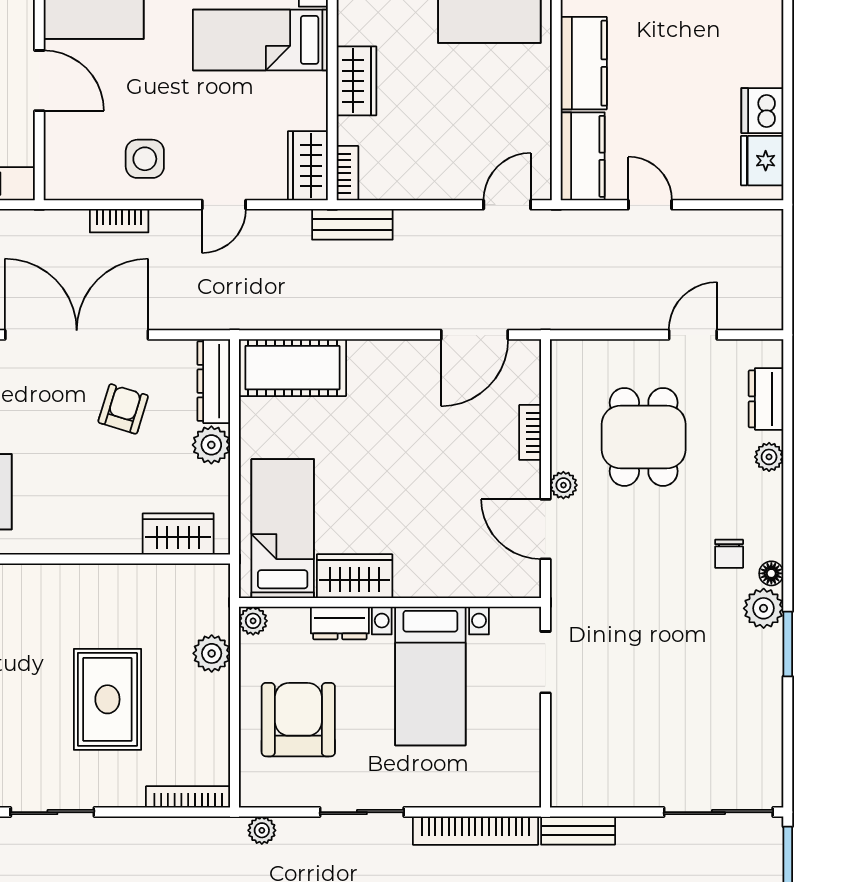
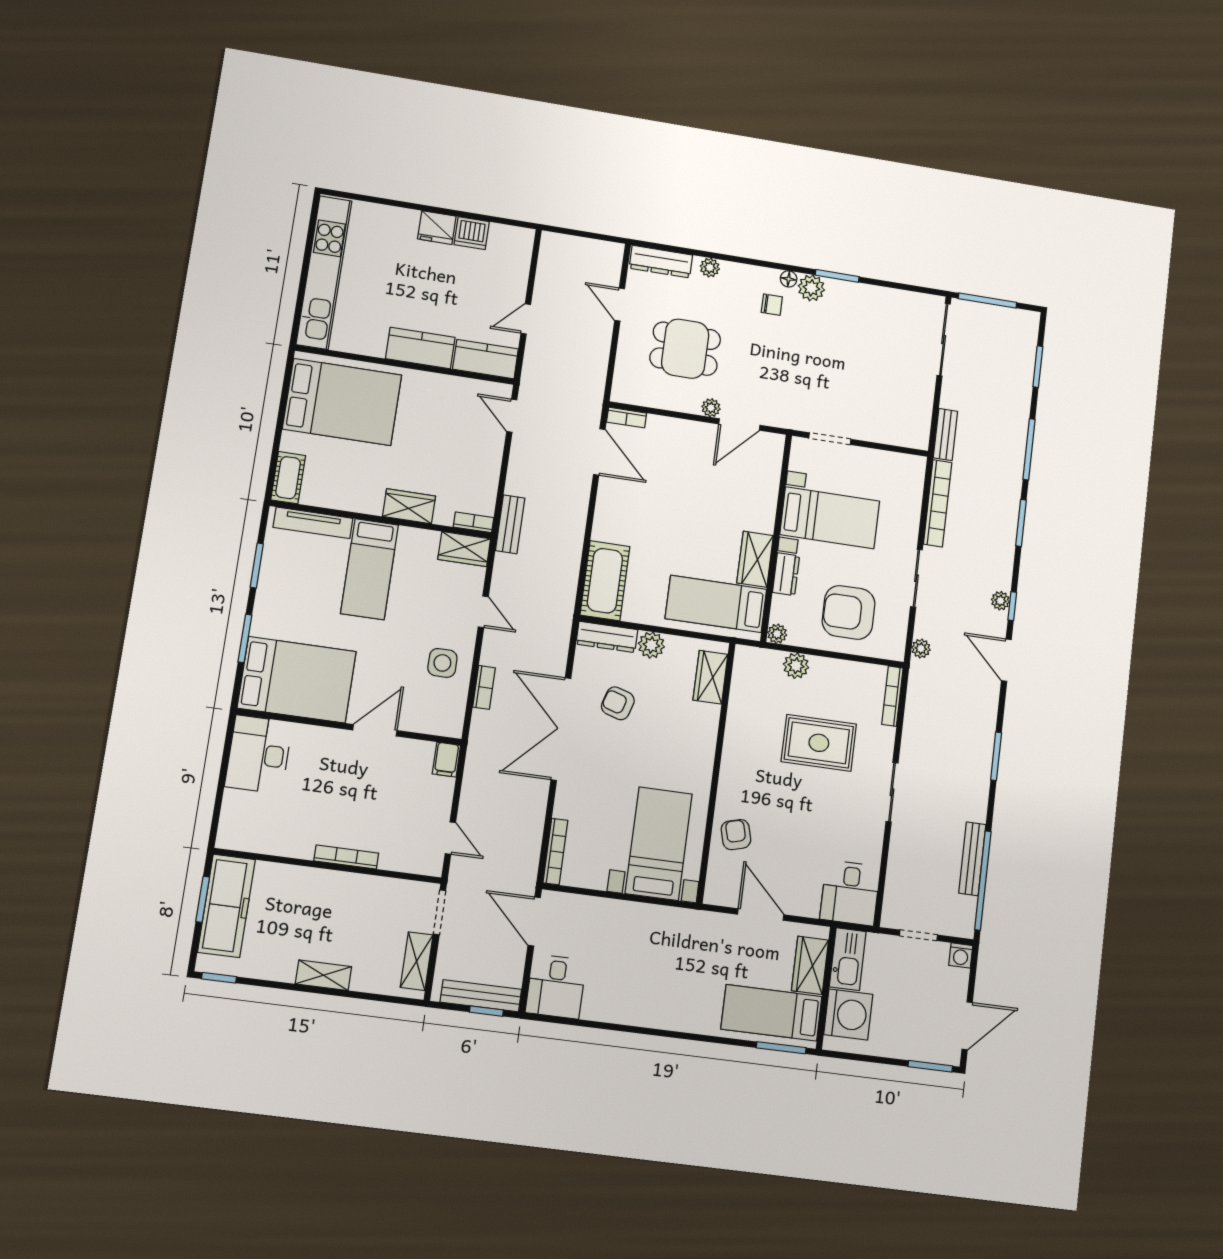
fridge: (762, 161) -> (437, 228), moved
dresser: (766, 399) -> (661, 262), width x1.44
bookcase: (530, 432) -> (627, 418), moved

